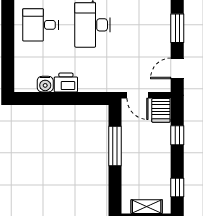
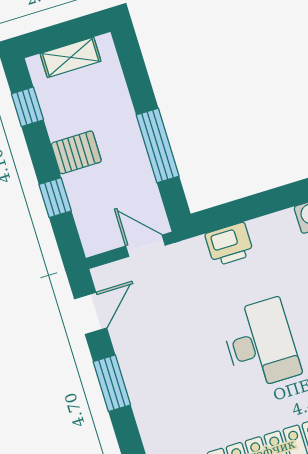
printer: (66, 83) -> (229, 244), moved
server rack: (161, 110) -> (76, 152), moved, turned 90

